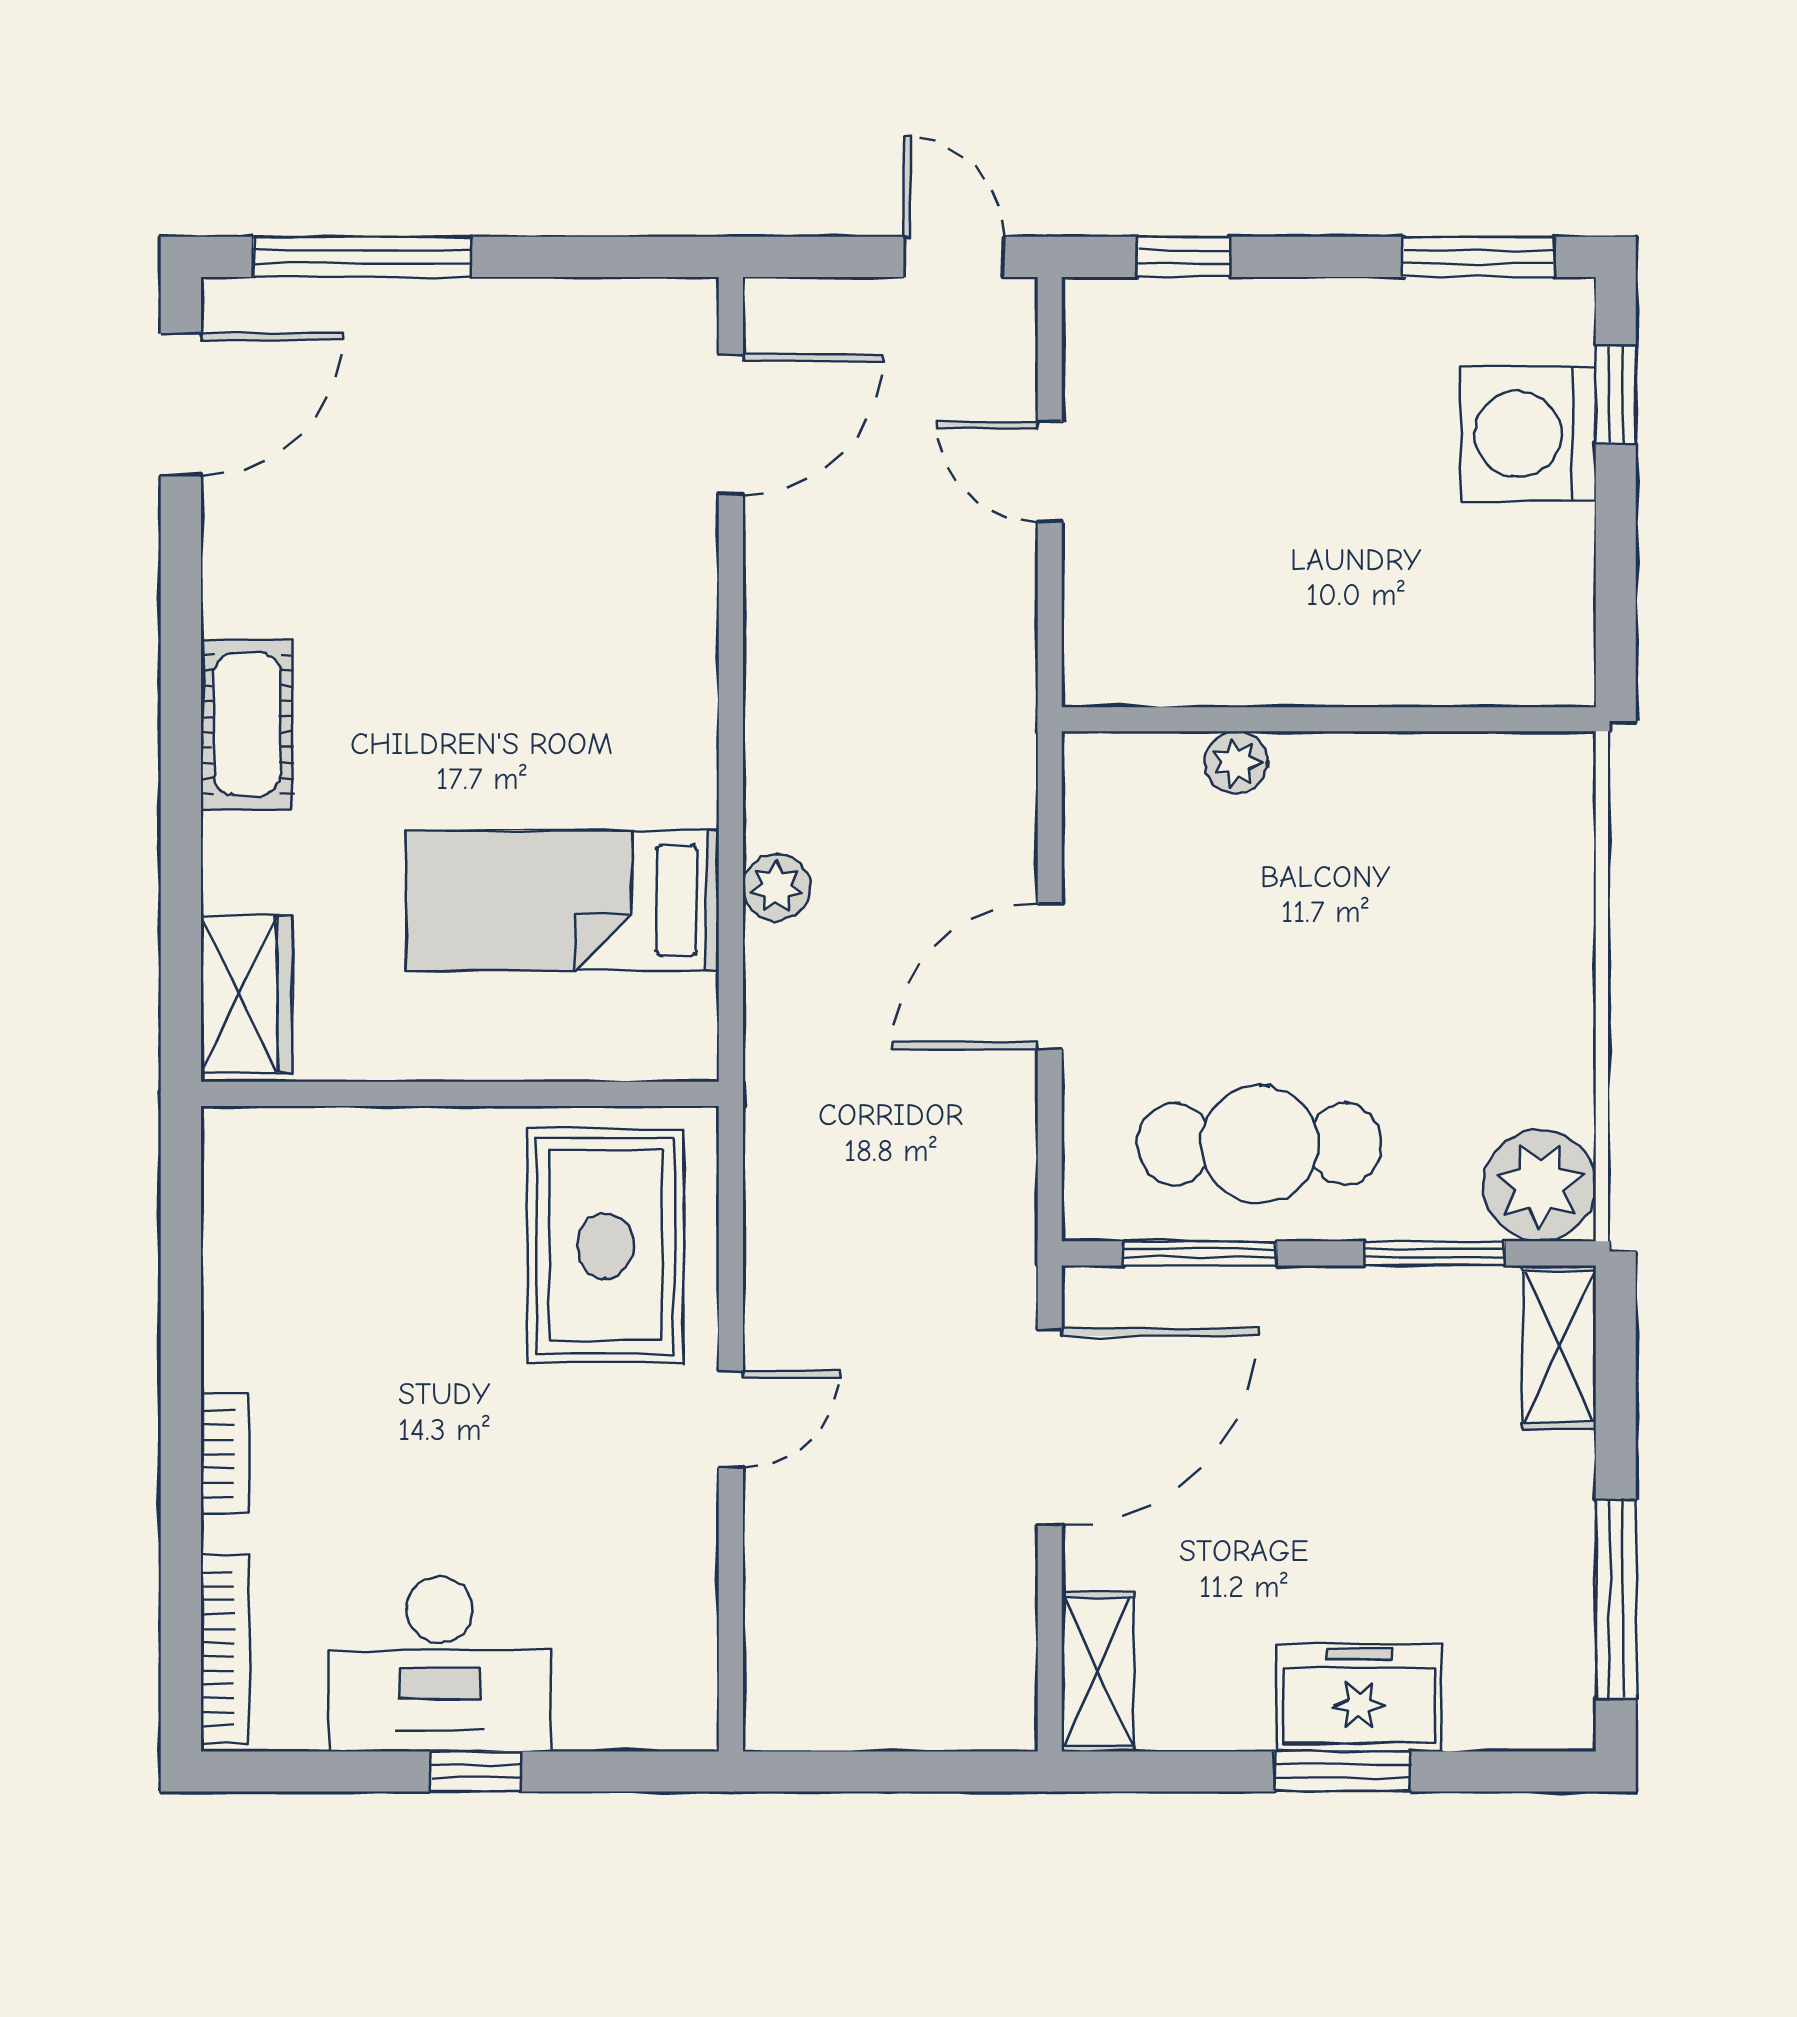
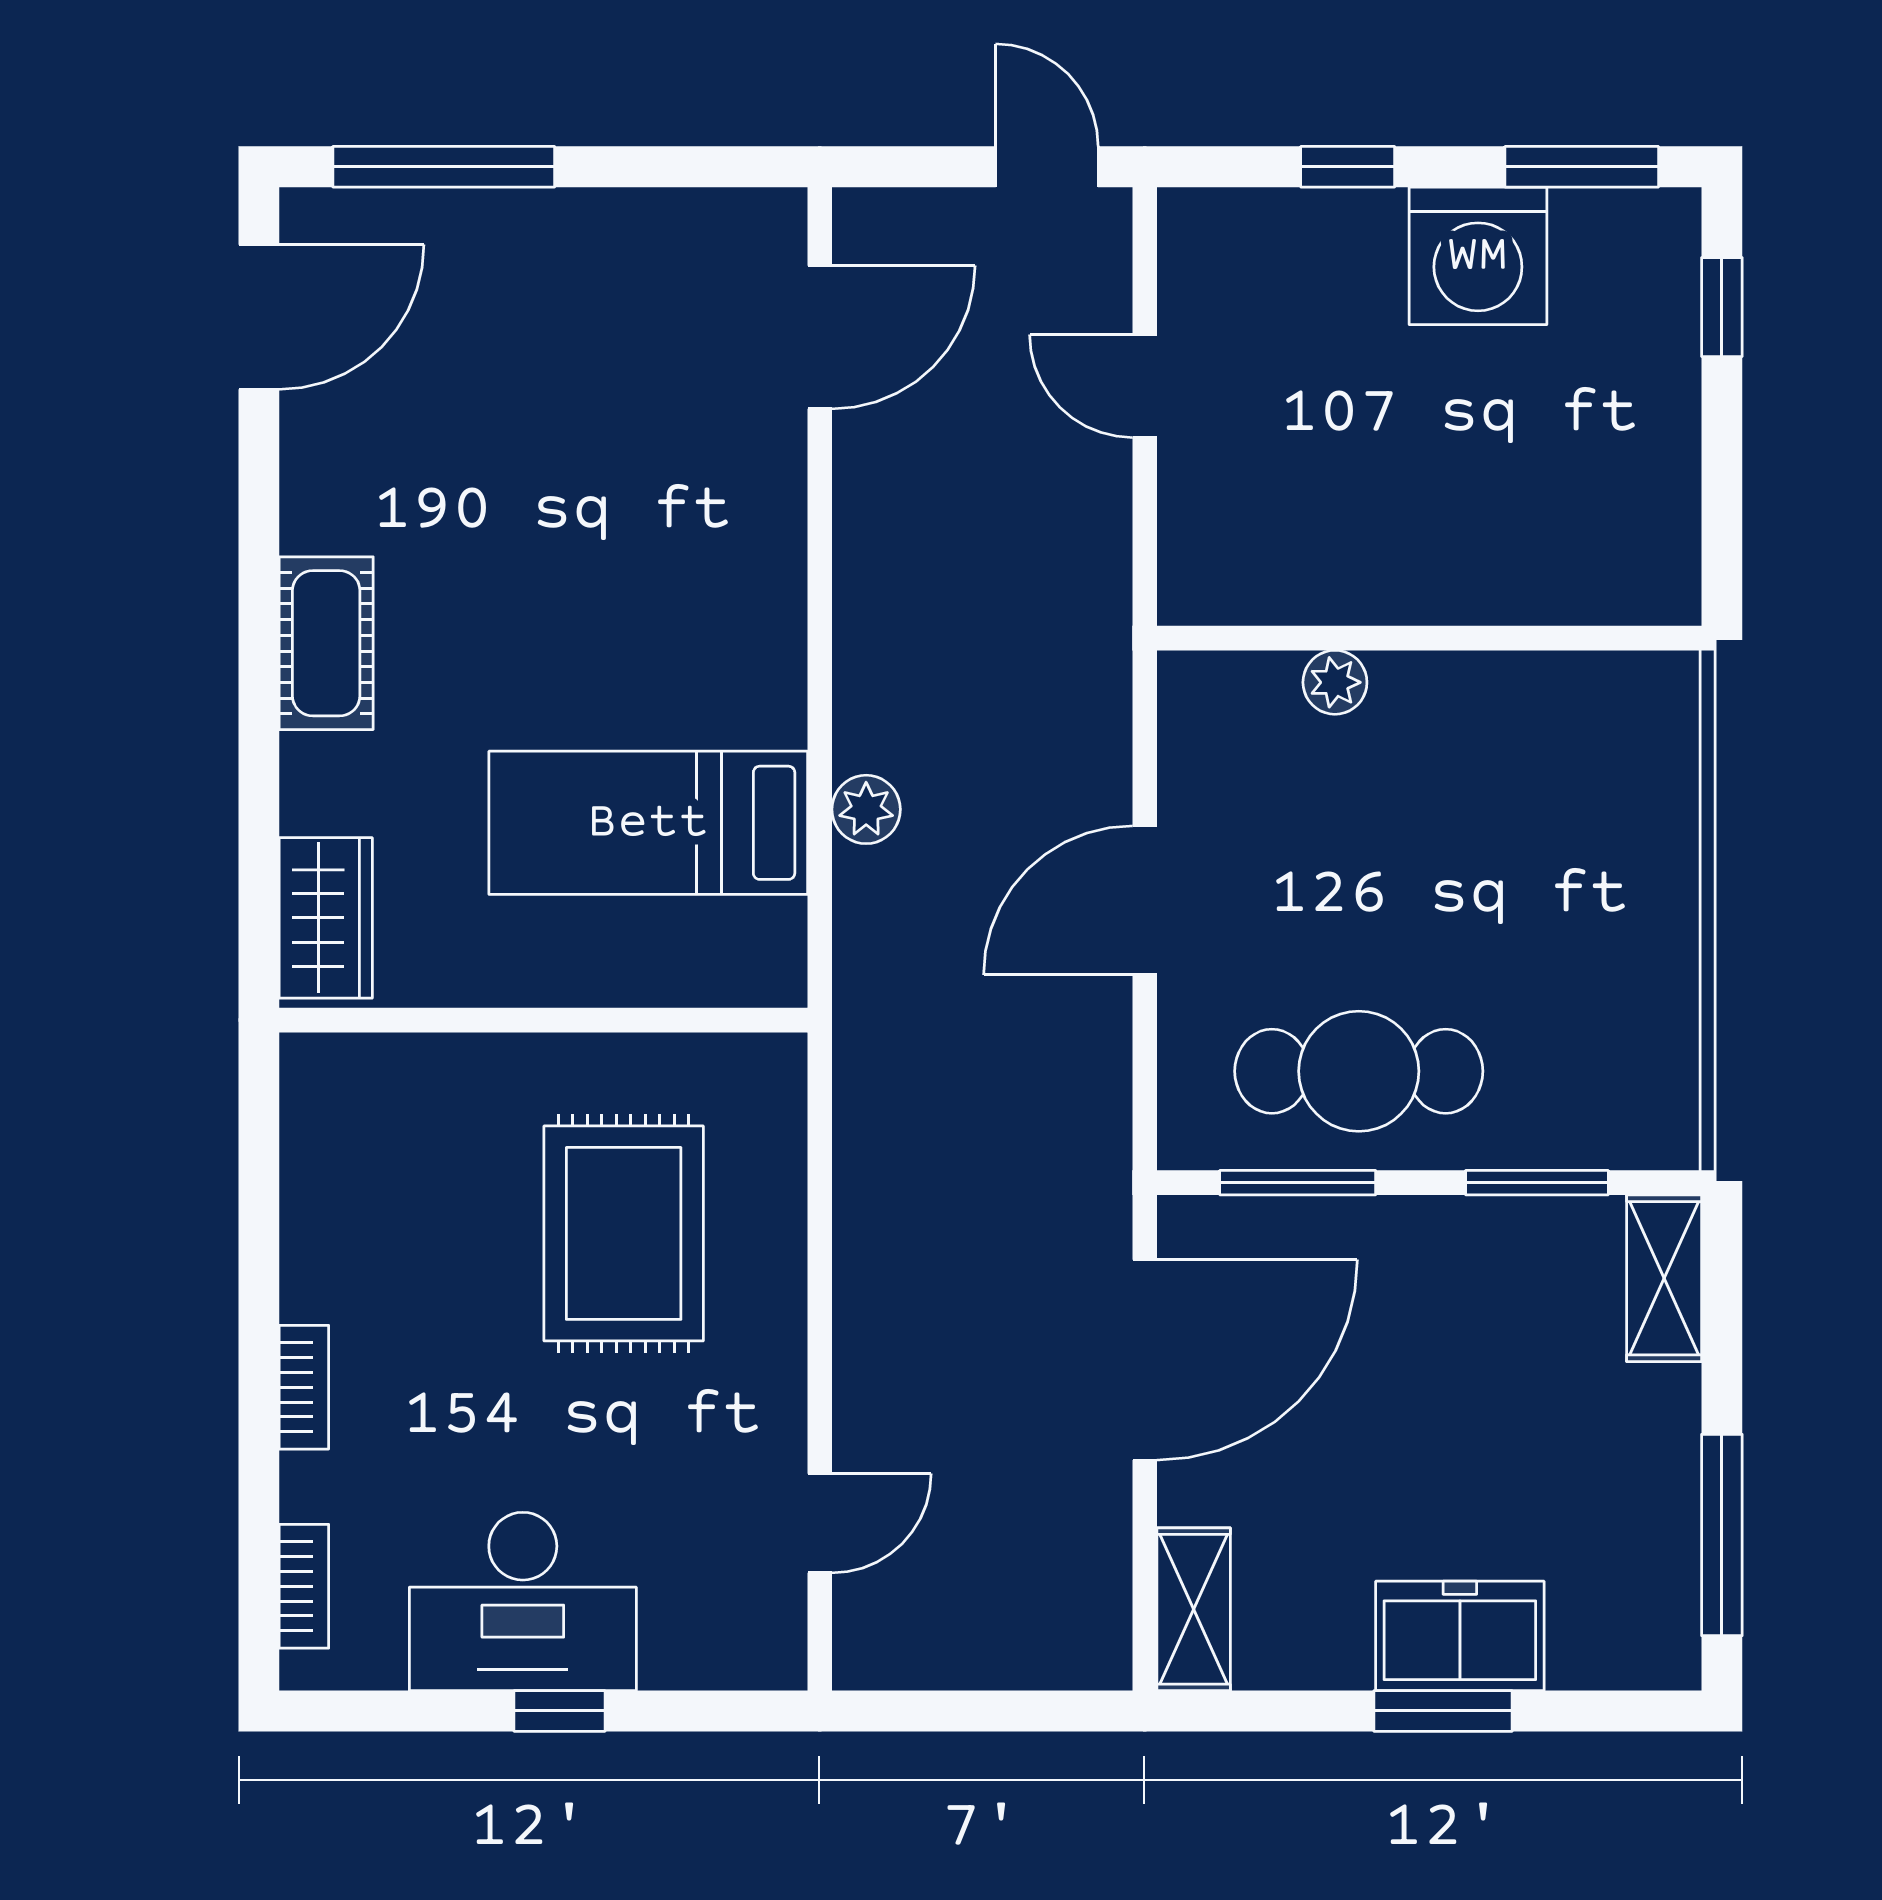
window: (1184, 257) -> (1348, 167), moved
washing machine: (1528, 434) -> (1478, 256), moved, turned -90
plant: (1540, 1185) -> (1644, 1113), removed
rug: (606, 1246) -> (624, 1233), moved
door: (731, 1419) -> (820, 1523), moved
bookcase: (225, 1649) -> (304, 1586), width x0.64

